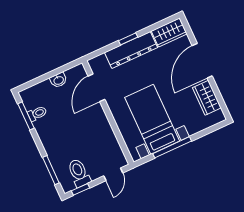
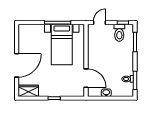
dresser: (131, 50) -> (56, 91), removed
door: (96, 88) -> (86, 78), hinge flipped
wardrobe: (207, 98) -> (24, 42), removed

